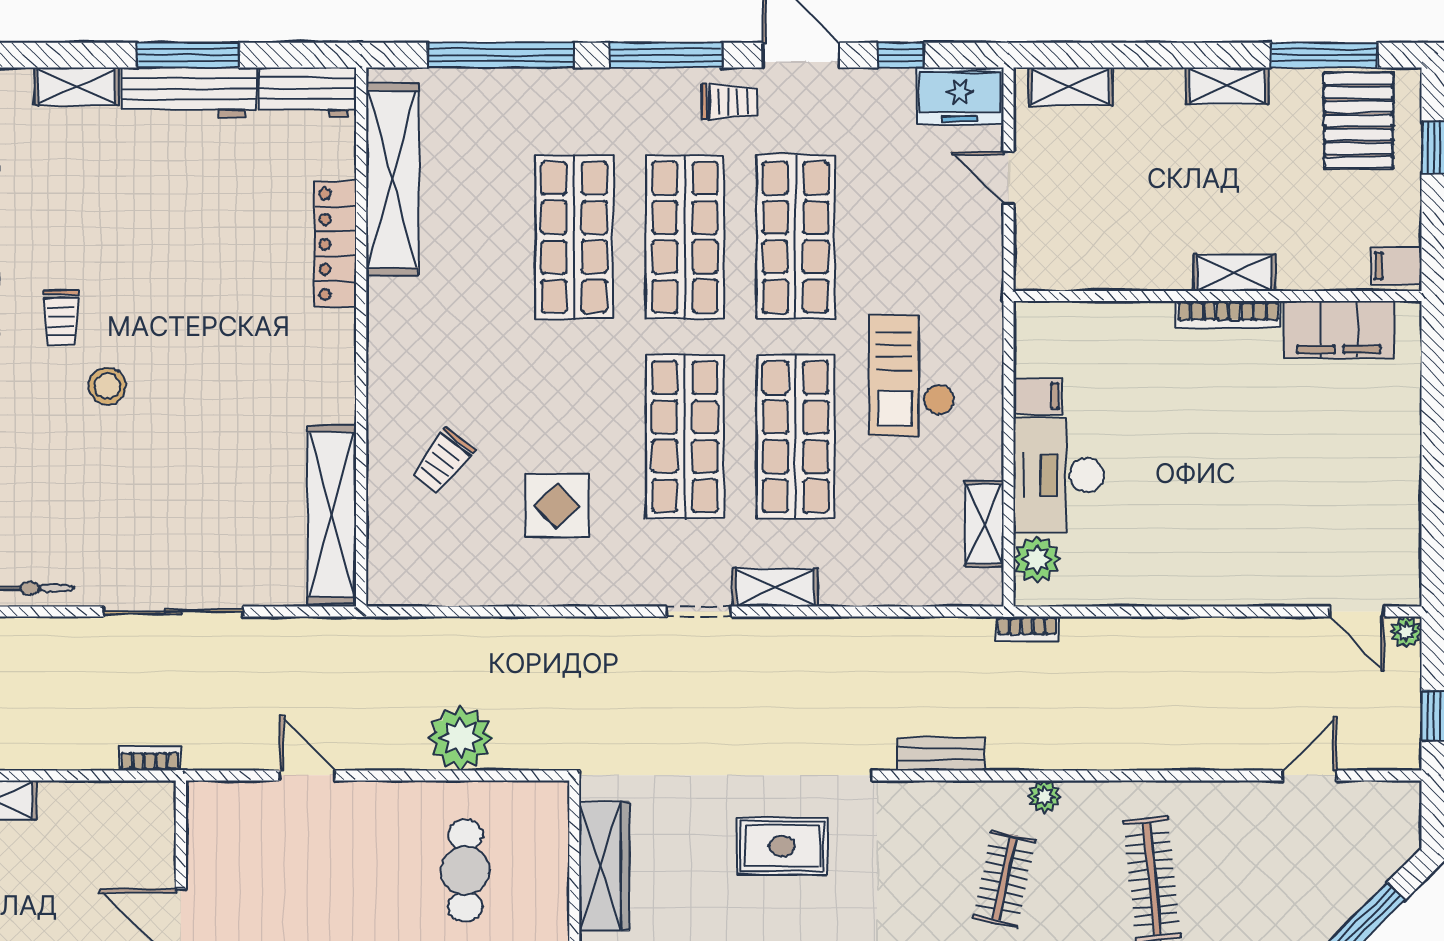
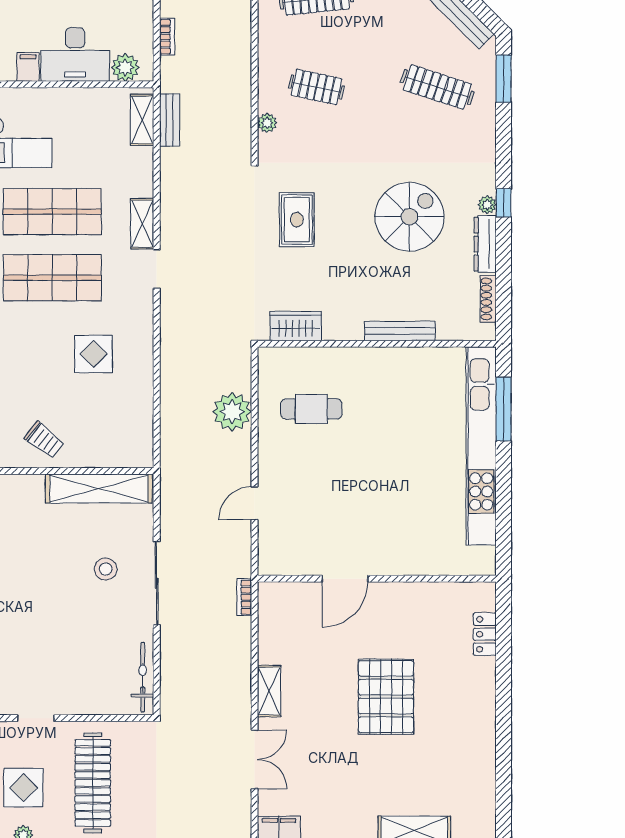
stool: (107, 386) -> (106, 569), moved
trolley: (443, 461) -> (44, 440), moved
shelving: (984, 524) -> (142, 120), moved, turned 90
bookcase: (1027, 629) -> (167, 37), moved
bench: (941, 754) -> (170, 120), moved
plant: (1044, 797) -> (267, 123), moved
wardrobe: (604, 866) -> (296, 326), width x0.67

